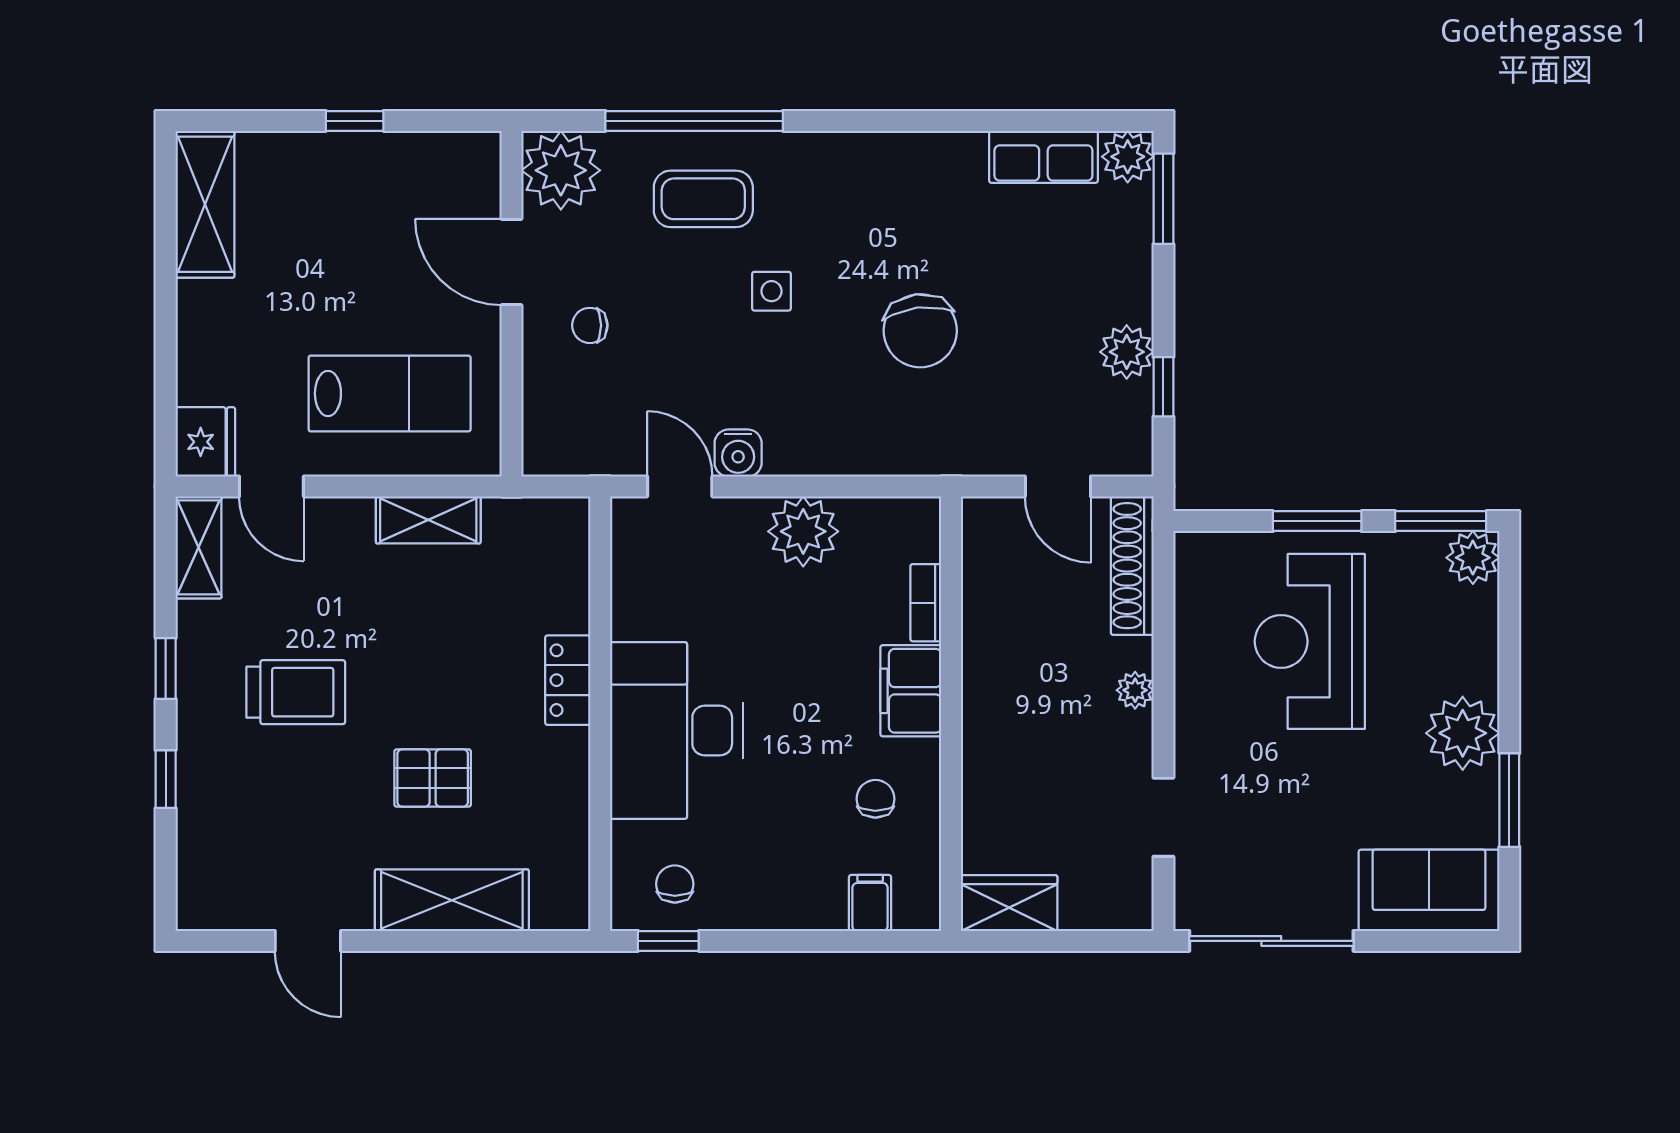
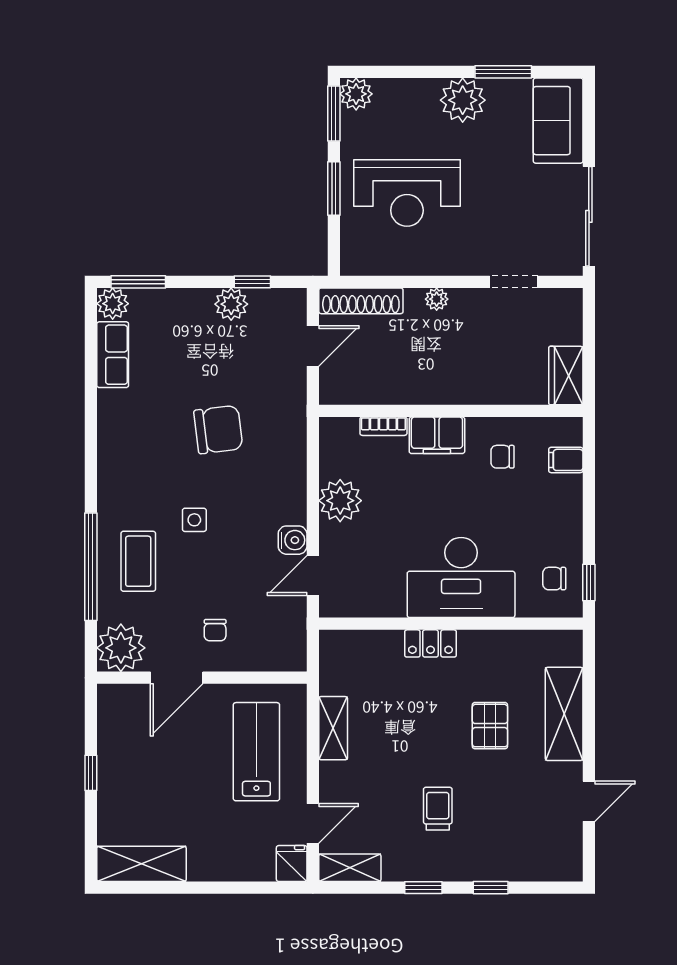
fridge: (205, 442) -> (292, 864), width x0.72
trolley: (296, 692) -> (438, 809), width x0.73, depth x0.72

